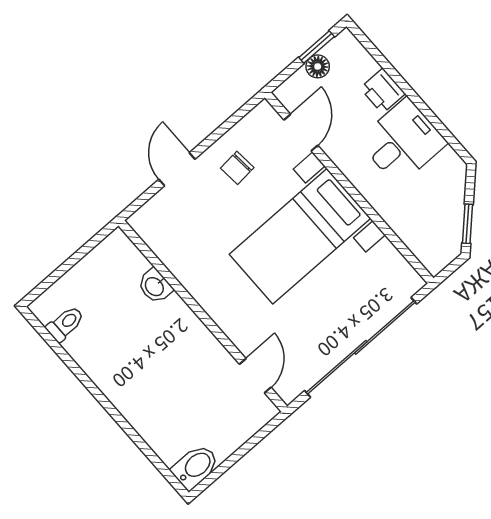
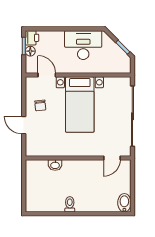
printer: (383, 91) -> (32, 38), moved, turned -90
desk: (402, 142) -> (83, 45), width x1.37
toilet: (65, 324) -> (70, 204), moved
door: (255, 376) -> (112, 158), swing flipped

